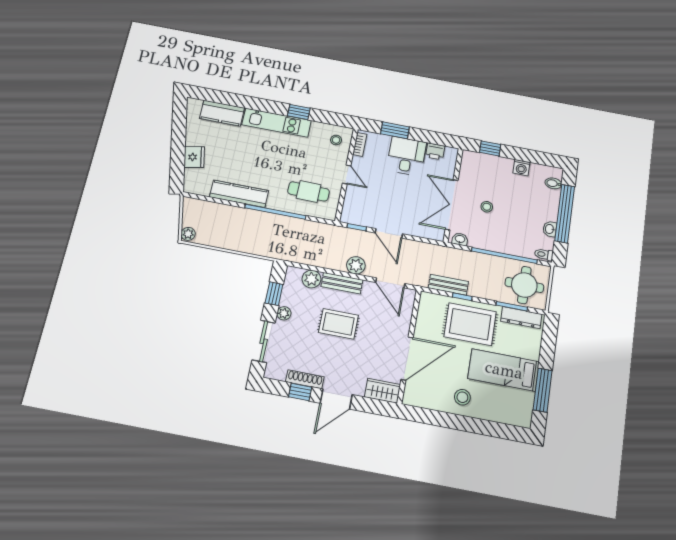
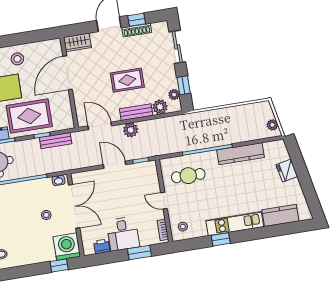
washing machine: (521, 168) -> (67, 247), moved, width x1.89, depth x1.89
plant: (188, 234) -> (272, 125), moved
plant: (284, 313) -> (174, 95), moved

